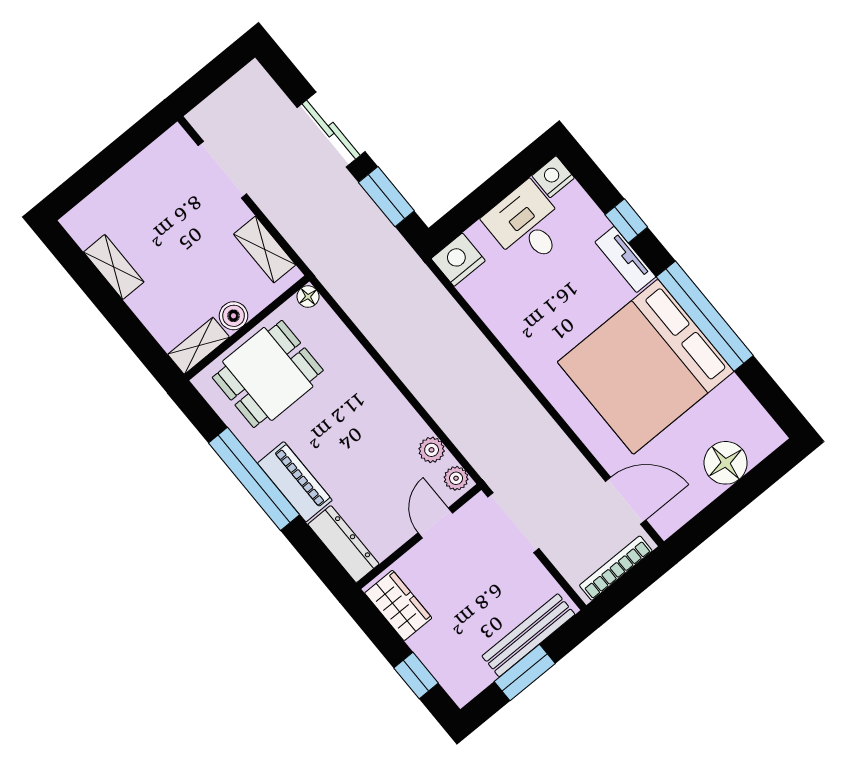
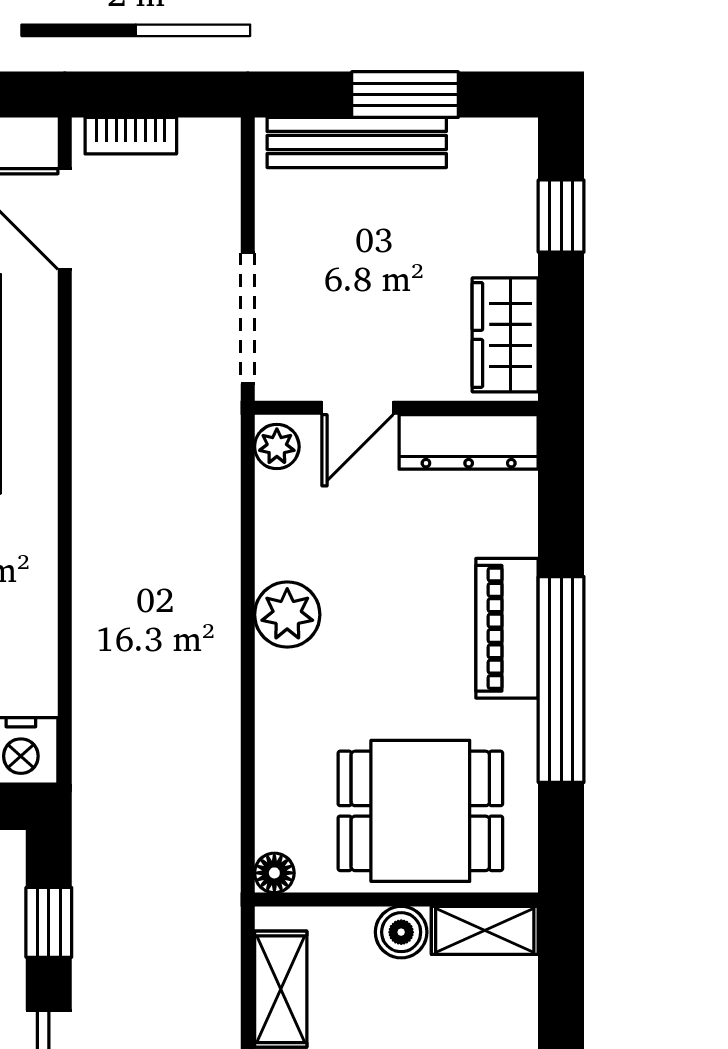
window: (386, 197) -> (49, 922), width x0.67
plant: (432, 450) -> (287, 615), moved, width x1.38, depth x1.38
dresser: (344, 544) -> (469, 442), moved, turned -90
bookcase: (616, 568) -> (131, 136), width x0.64

